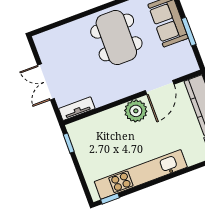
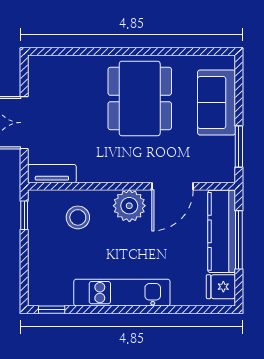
window: (189, 32) -> (239, 146), moved
stool: (105, 131) -> (78, 217), added
kitchen unit: (141, 174) -> (122, 293), width x0.73

